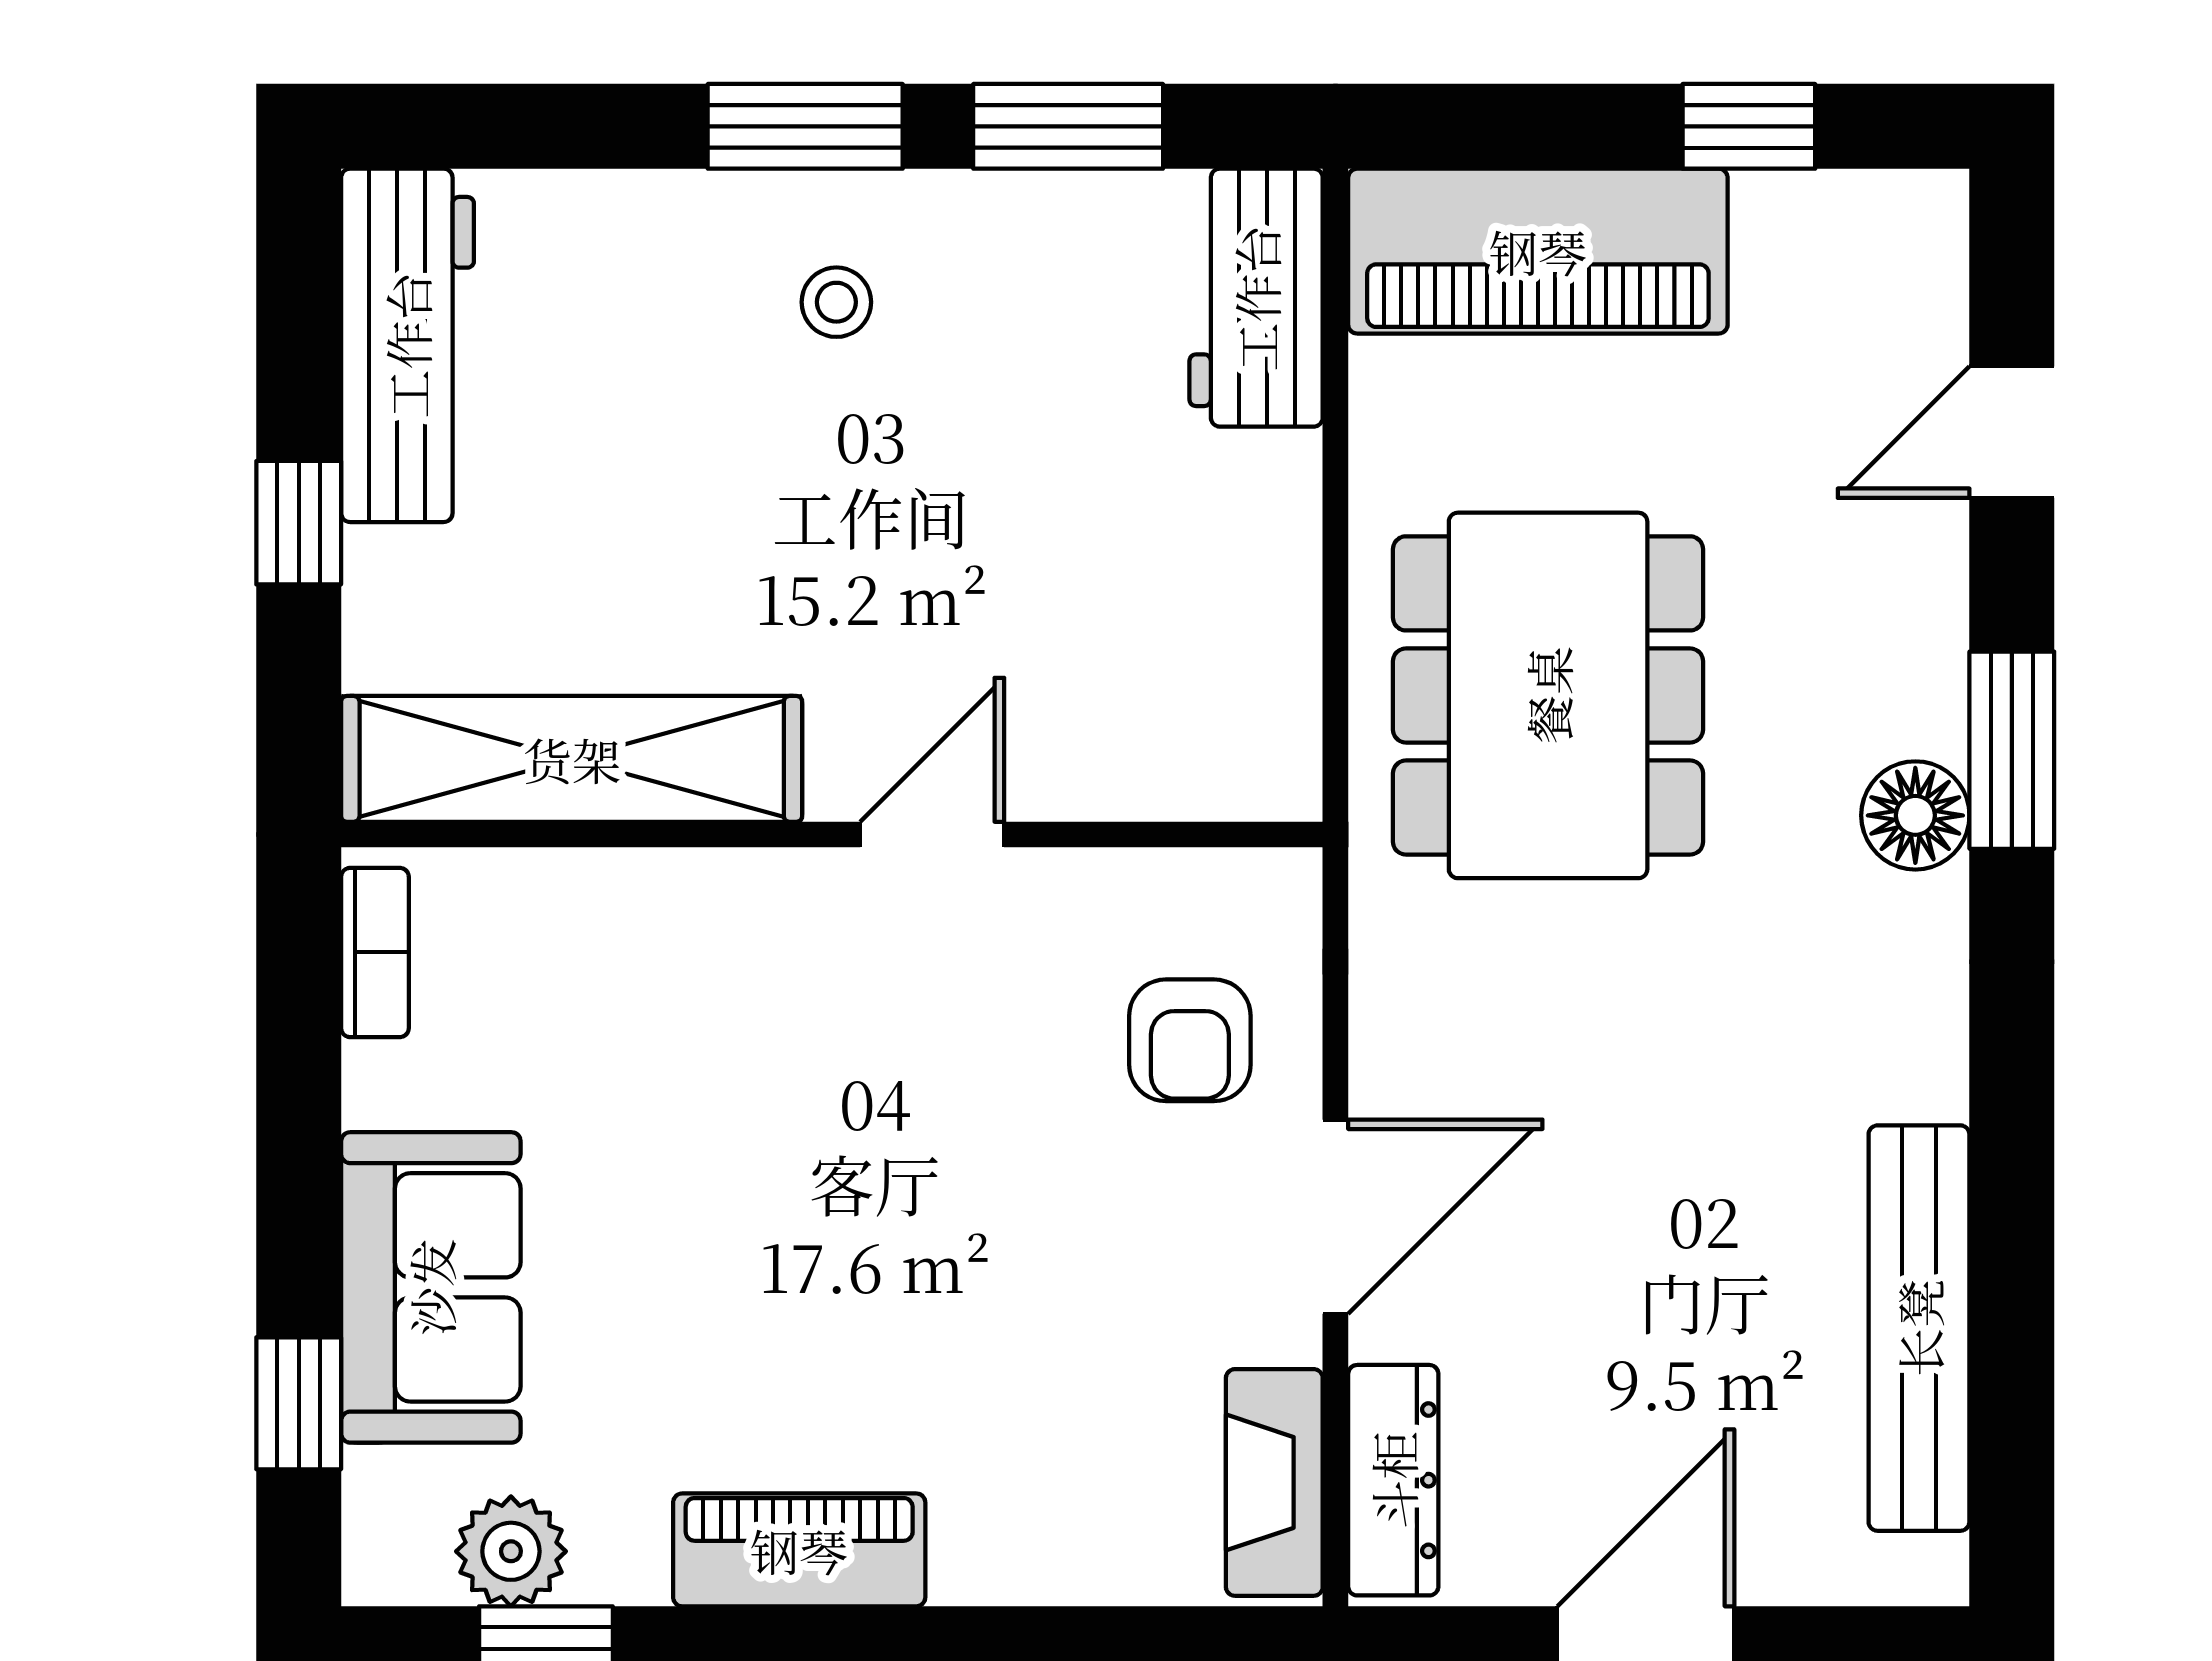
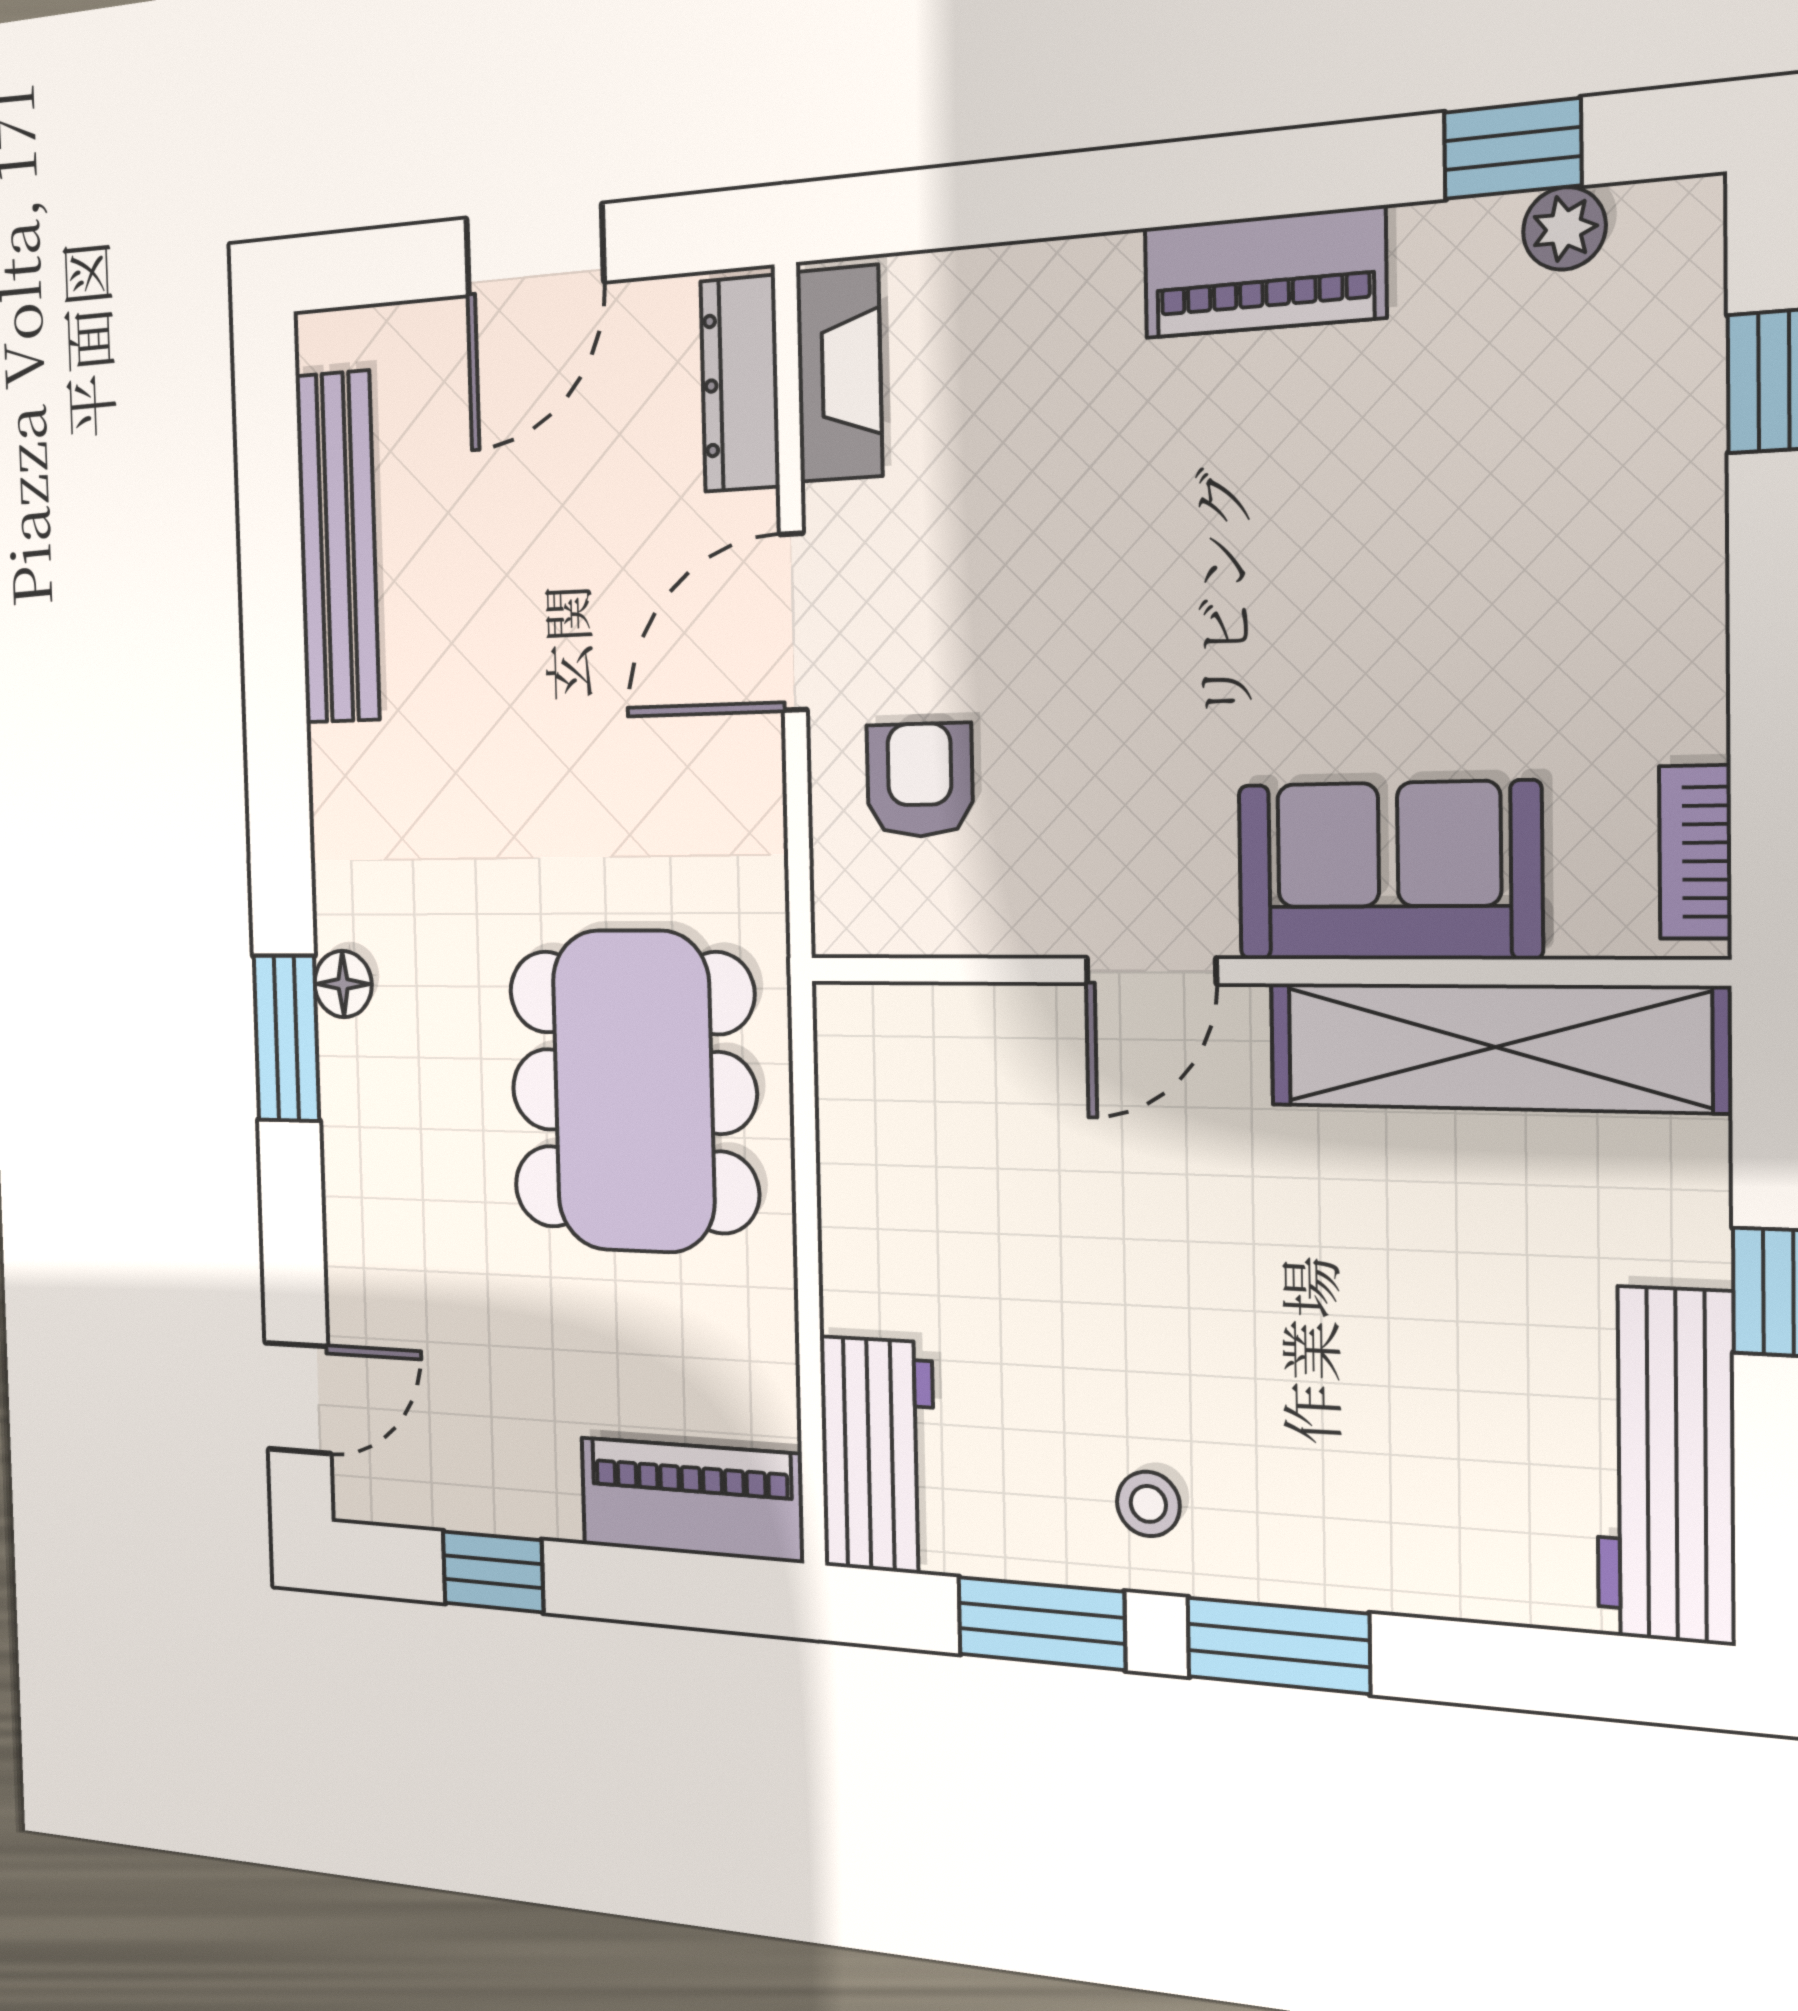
piano: (1538, 251) -> (691, 1500), width x0.73, depth x0.75
stool: (836, 302) -> (1148, 1504), moved
door: (2012, 432) -> (298, 1398), moved
floor lamp: (1915, 815) -> (343, 984), width x0.73, depth x0.73
sofa: (431, 1287) -> (1388, 871), moved, turned 90
plant: (511, 1551) -> (1564, 228), width x0.73, depth x0.73

